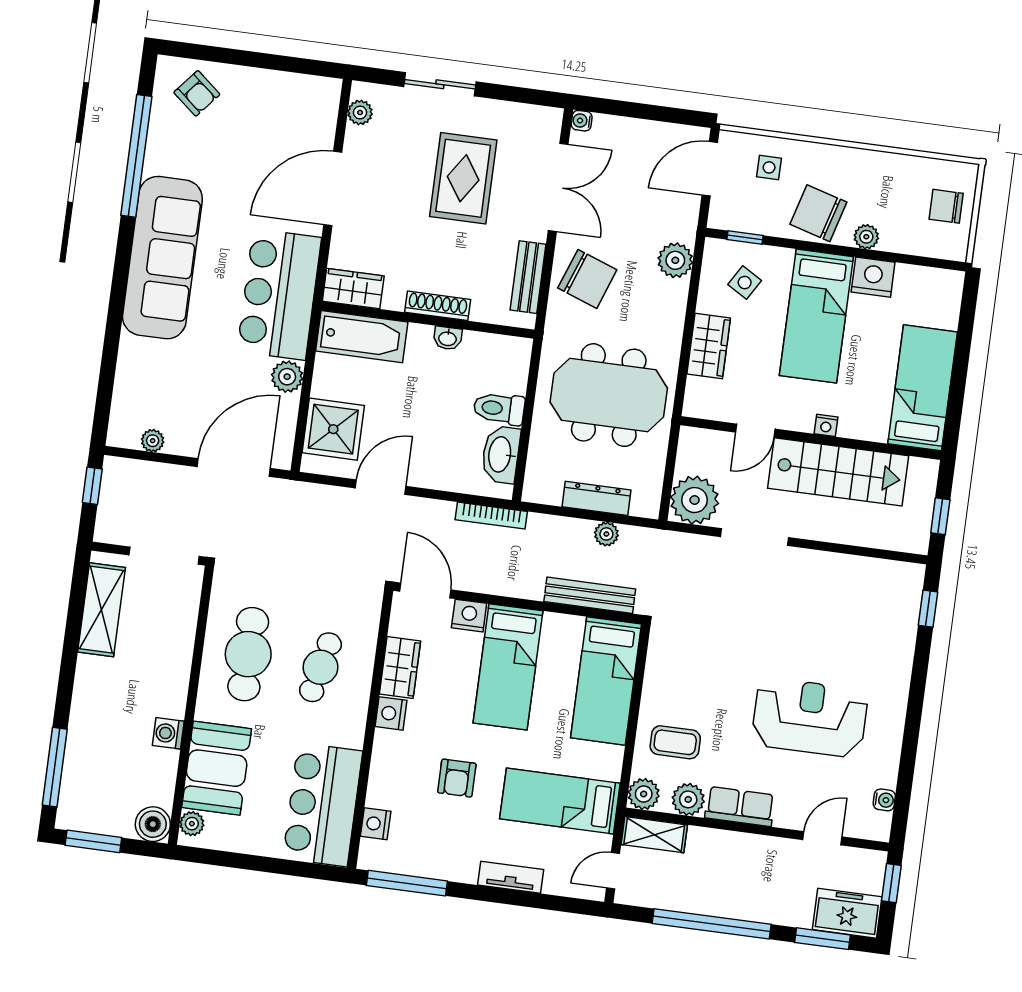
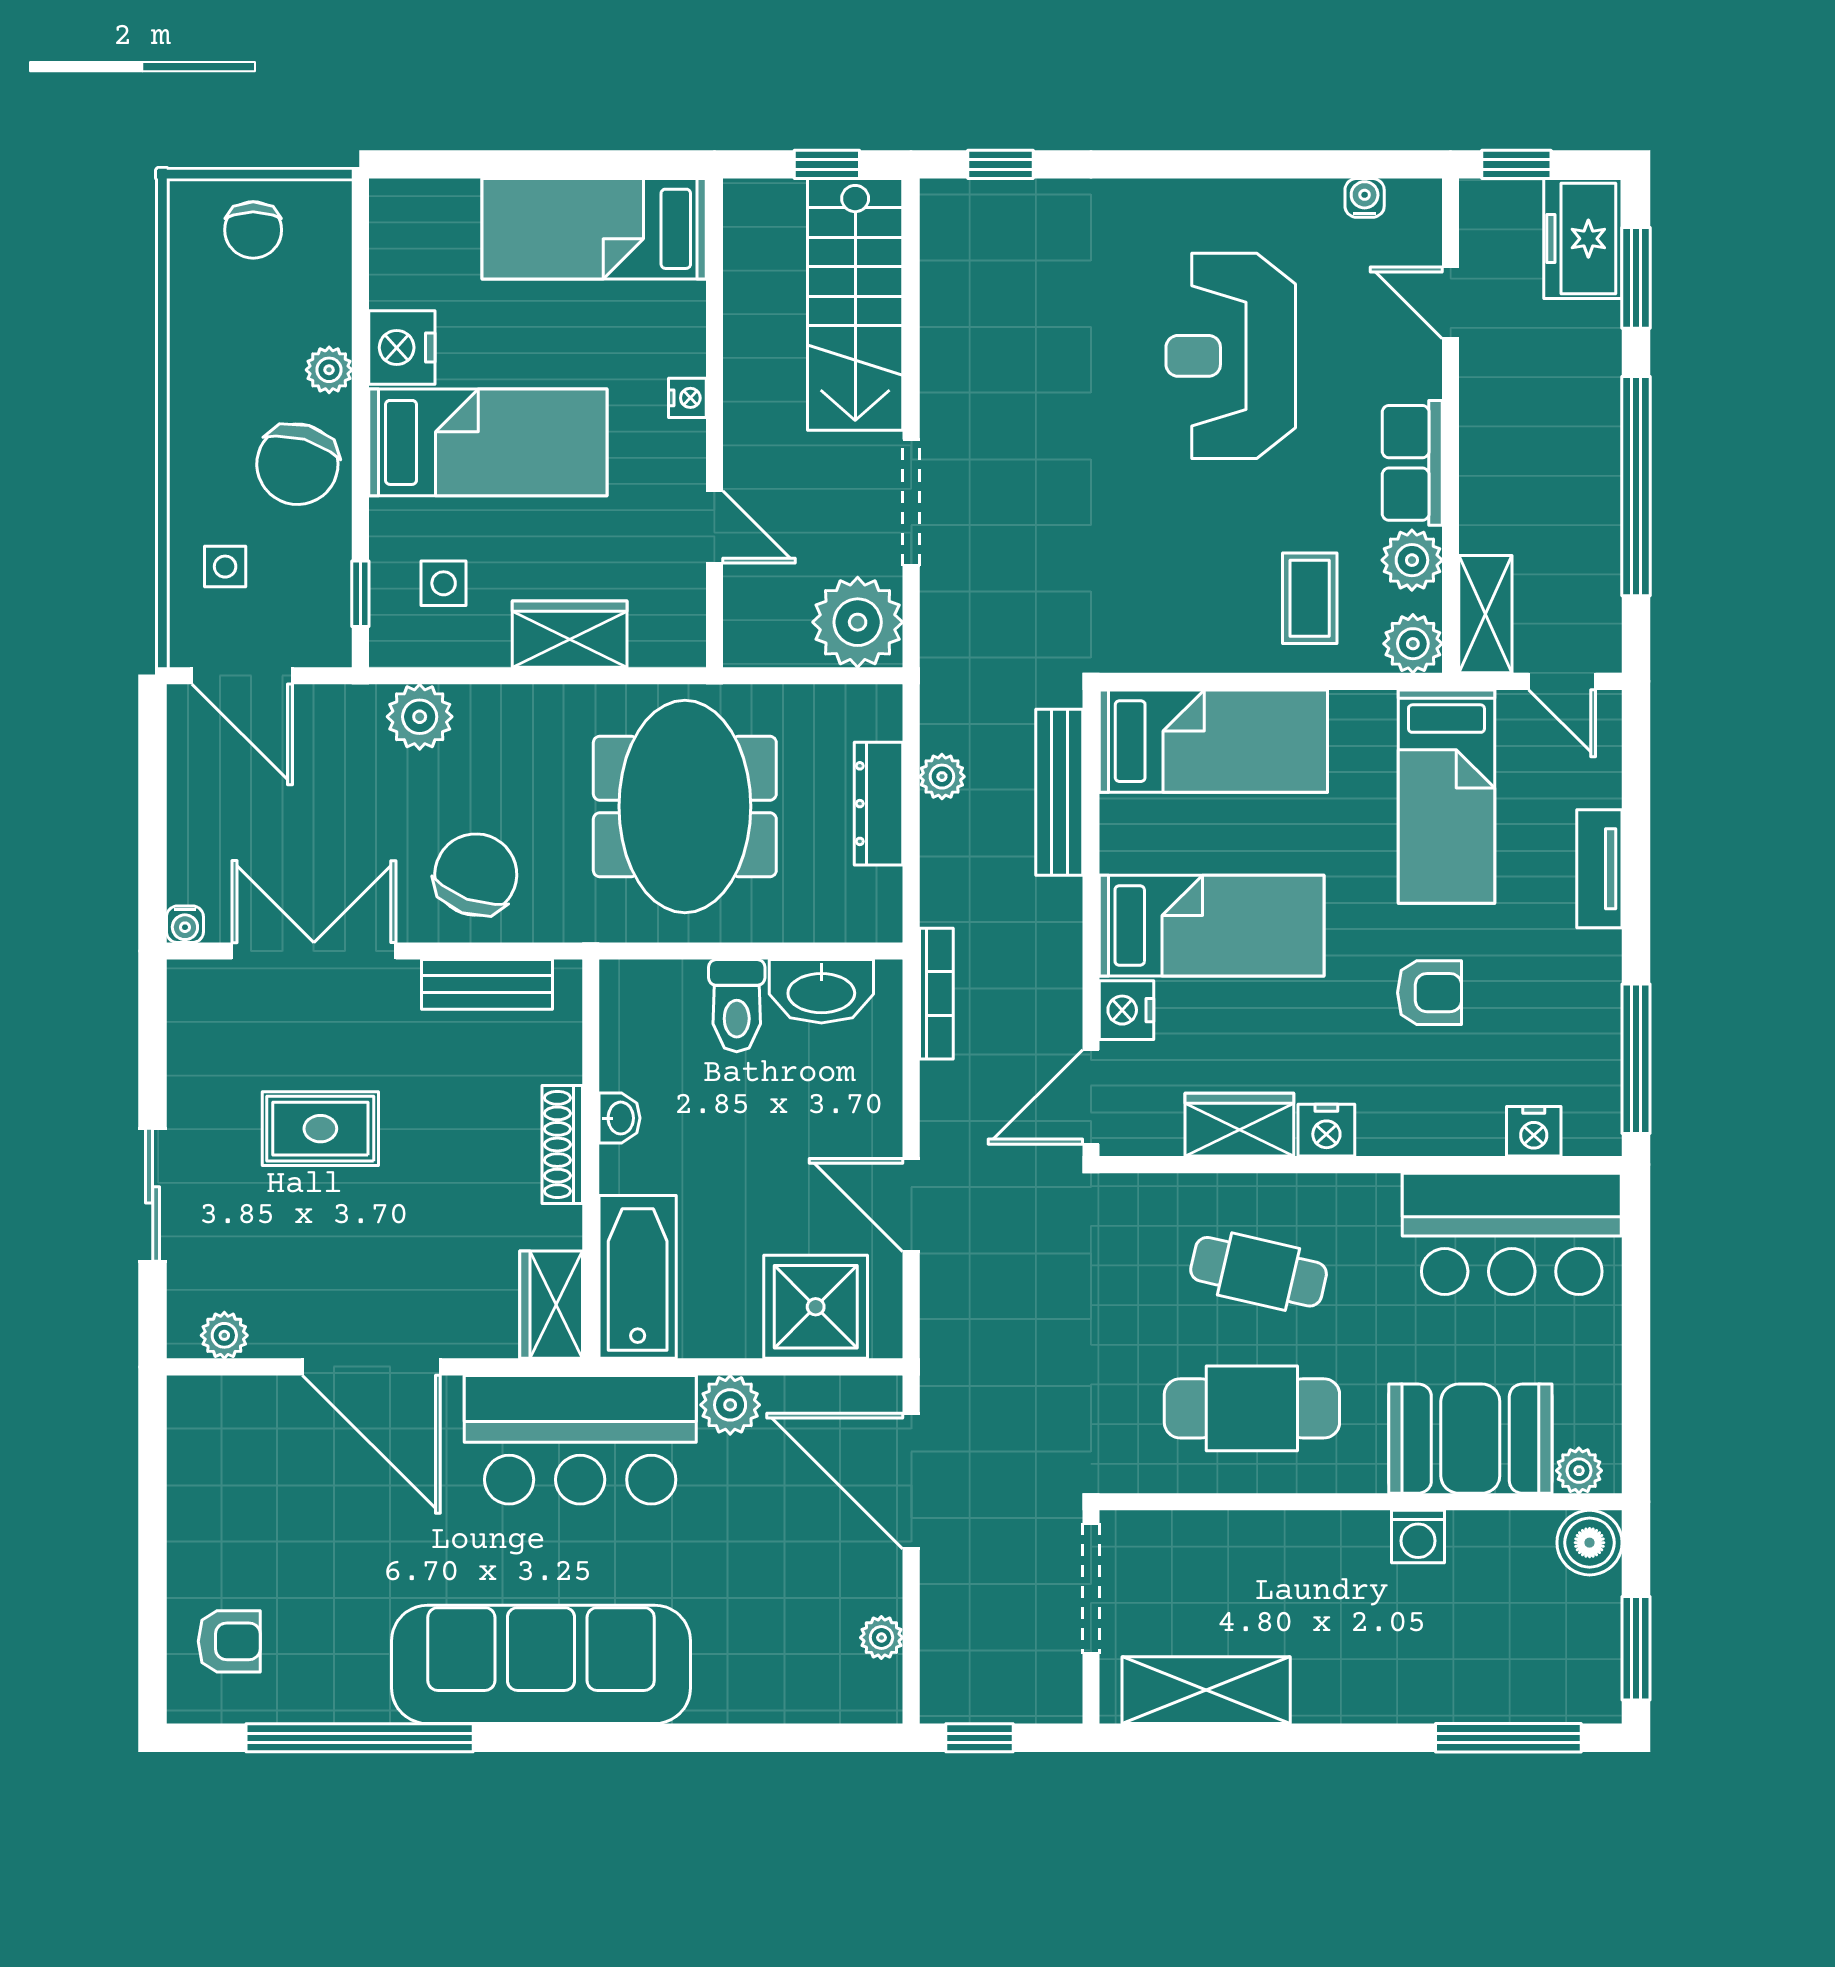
armchair: (197, 93) -> (229, 1641), turned 50
rug: (463, 178) -> (320, 1129), width x0.73, depth x0.70
side table: (745, 283) -> (444, 583), turned -31
stairs: (838, 472) -> (855, 304), moved, turned 180

